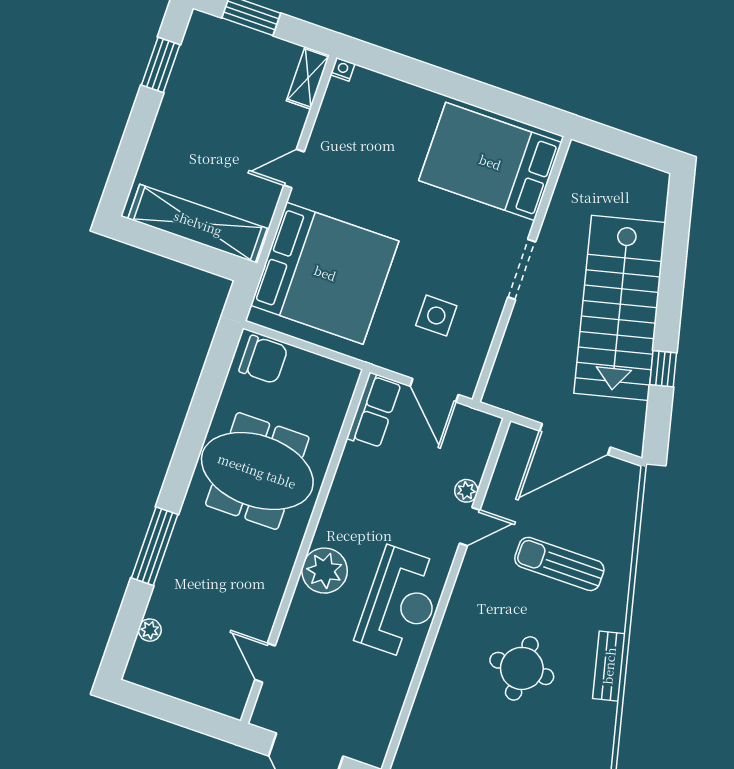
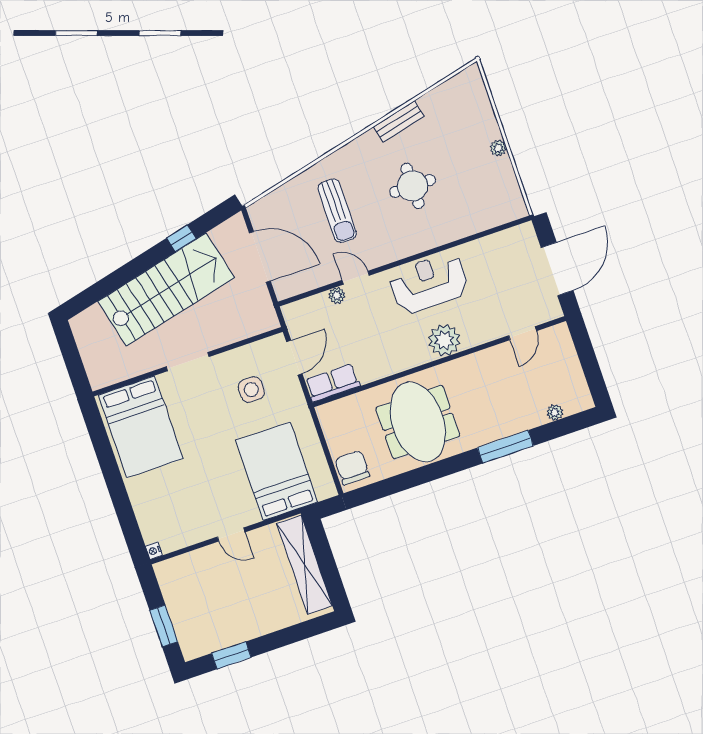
shelving: (308, 78) -> (174, 566), removed
bed: (325, 273) -> (277, 471), width x0.73
bench: (609, 666) -> (399, 121), moved

